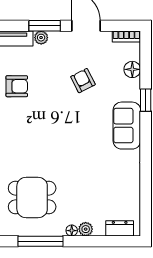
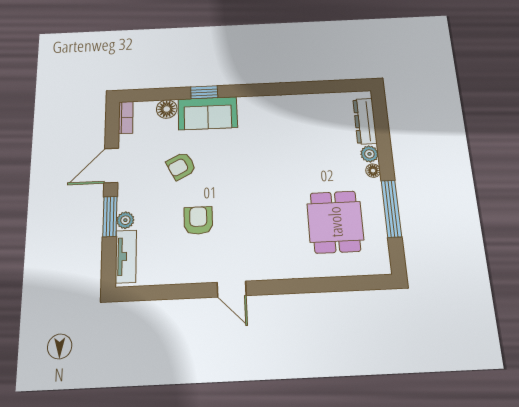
armchair: (17, 86) -> (198, 220), moved
sofa: (127, 126) -> (208, 113), moved
dresser: (120, 228) -> (365, 121), width x1.44

